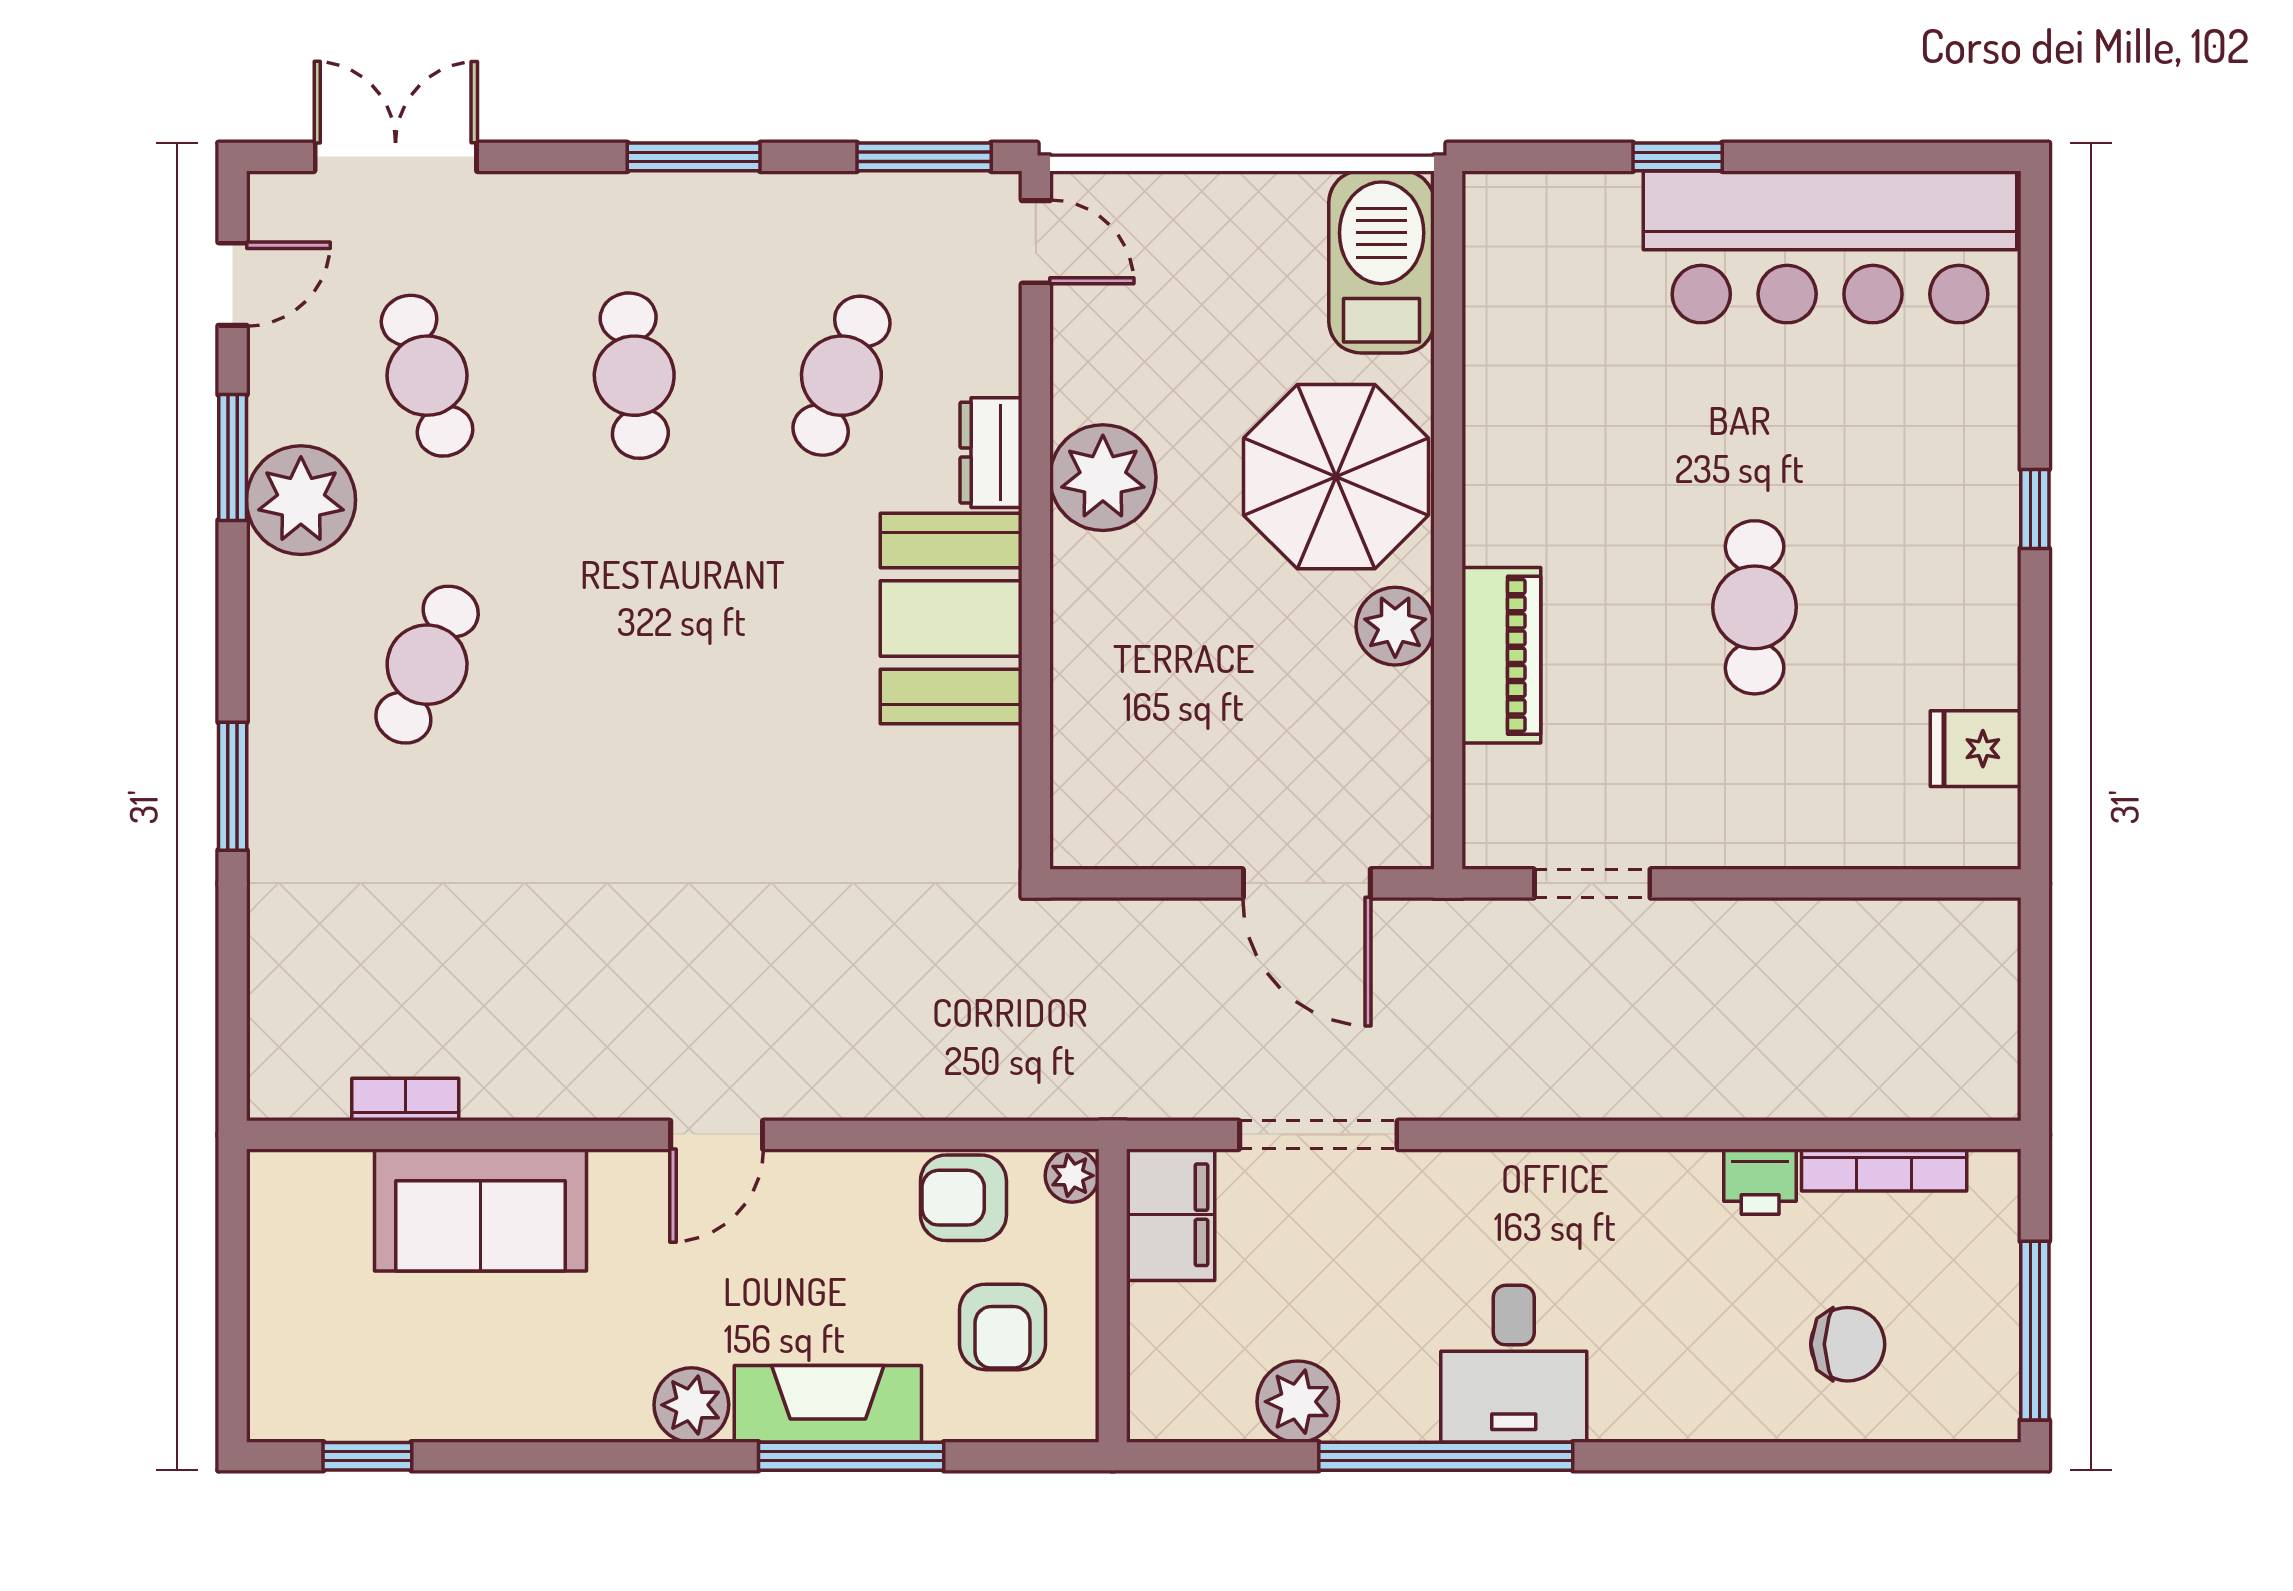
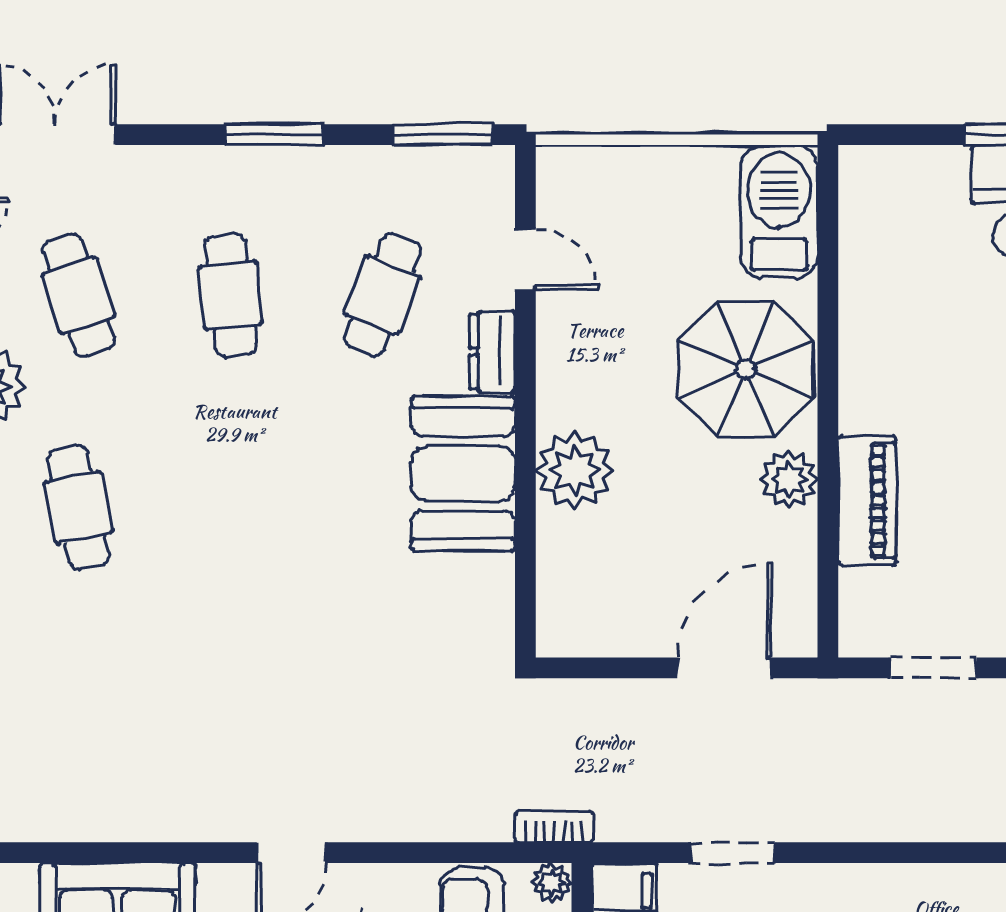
door: (1036, 242) -> (525, 259), moved
plant: (1103, 478) -> (575, 470), moved
cafe table: (427, 665) -> (78, 507), turned -36
door: (1307, 883) -> (724, 668), swing flipped
bookcase: (405, 1100) -> (554, 827), moved
doorway: (1318, 1135) -> (733, 853), width x0.73

